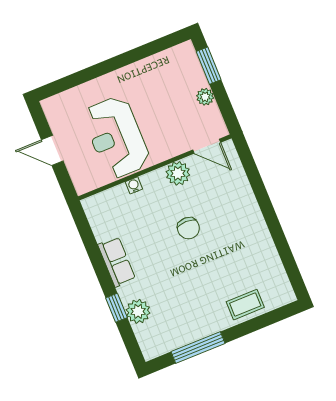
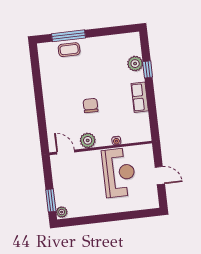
plant: (205, 97) -> (62, 212), moved
window: (198, 347) -> (68, 36), moved

